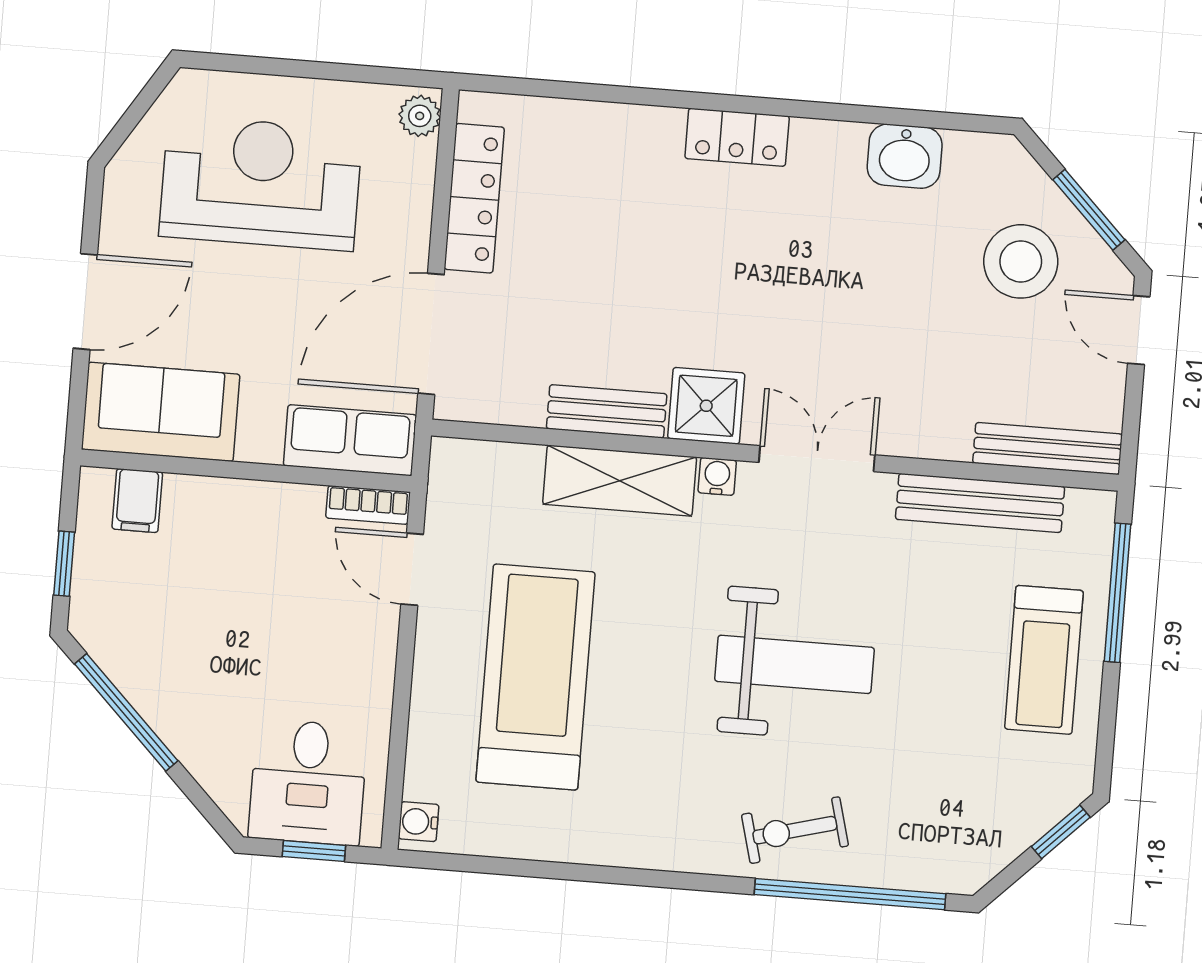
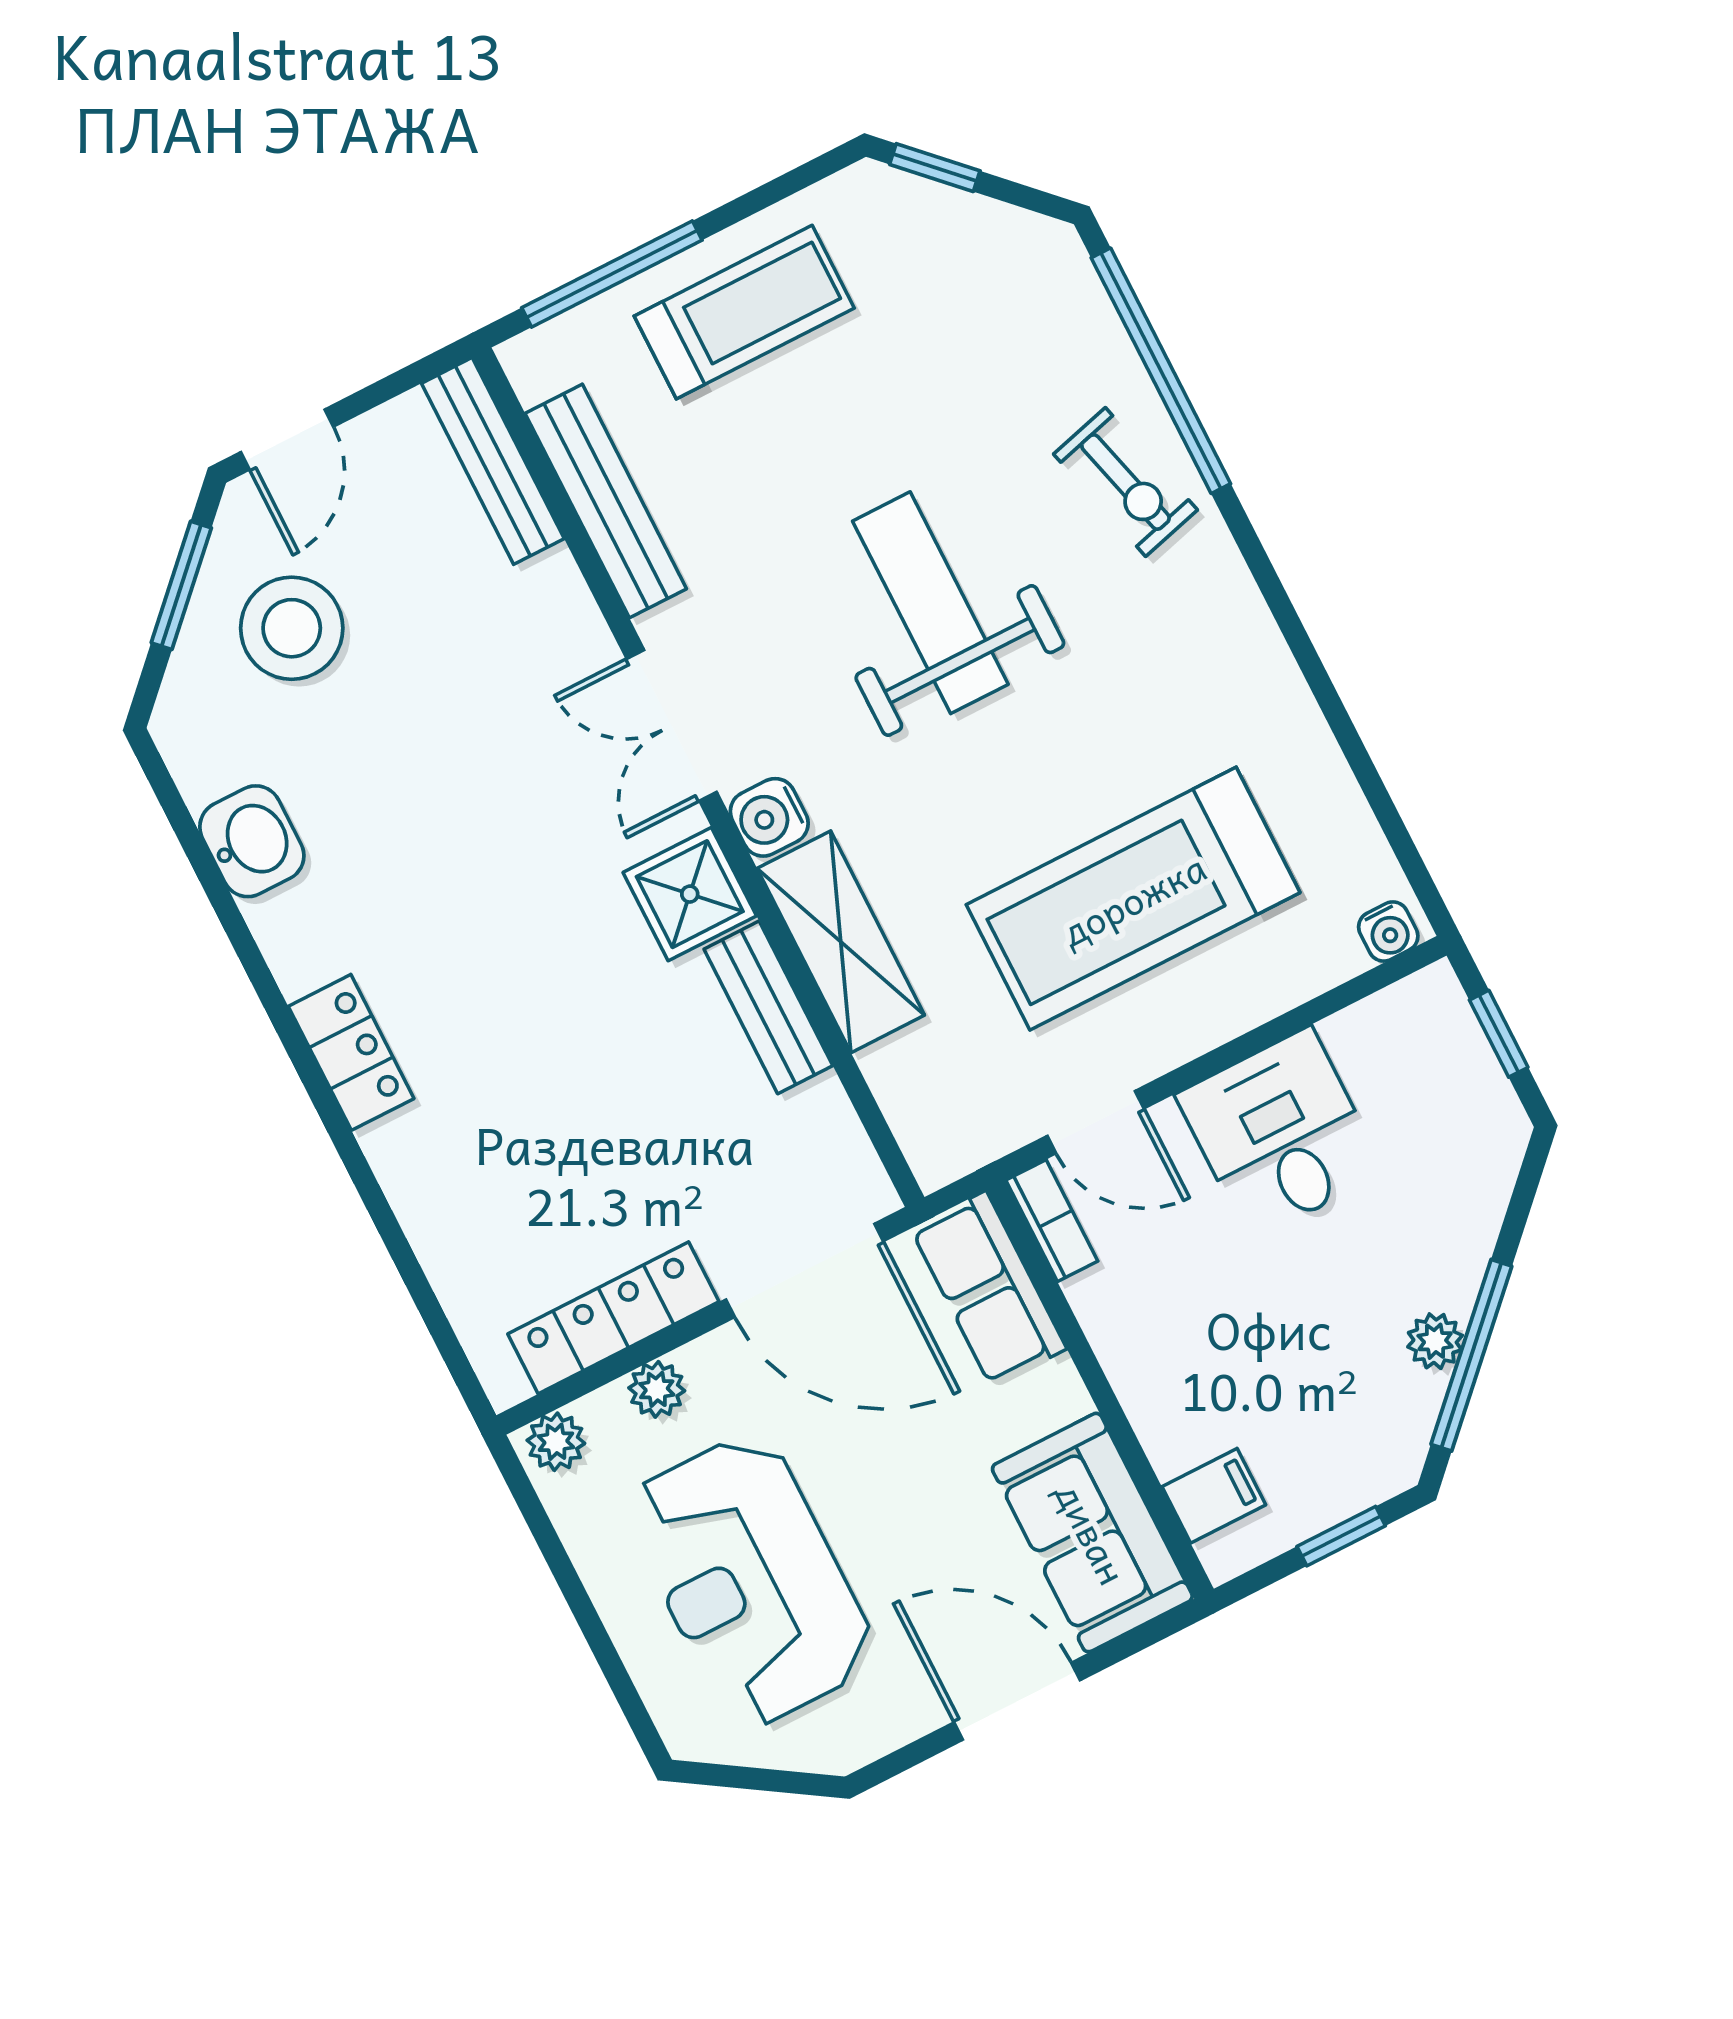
plant: (414, 198) -> (657, 1389), added
water cooler: (717, 476) -> (769, 817), width x1.38, depth x1.38
door: (412, 569) -> (1096, 1122), hinge flipped
plant: (149, 695) -> (1435, 1341), added
desk: (308, 782) -> (1280, 1134), moved, turned -90

